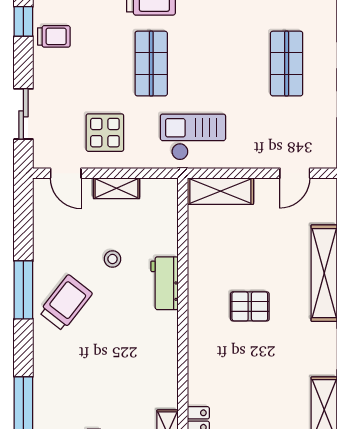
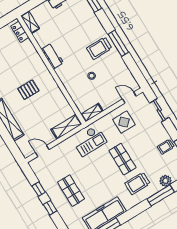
door: (295, 173) -> (42, 151), hinge flipped
shelving: (117, 188) -> (92, 113), moved
workbench: (164, 283) -> (52, 56), moved
trolley: (66, 303) -> (99, 48), turned 52

